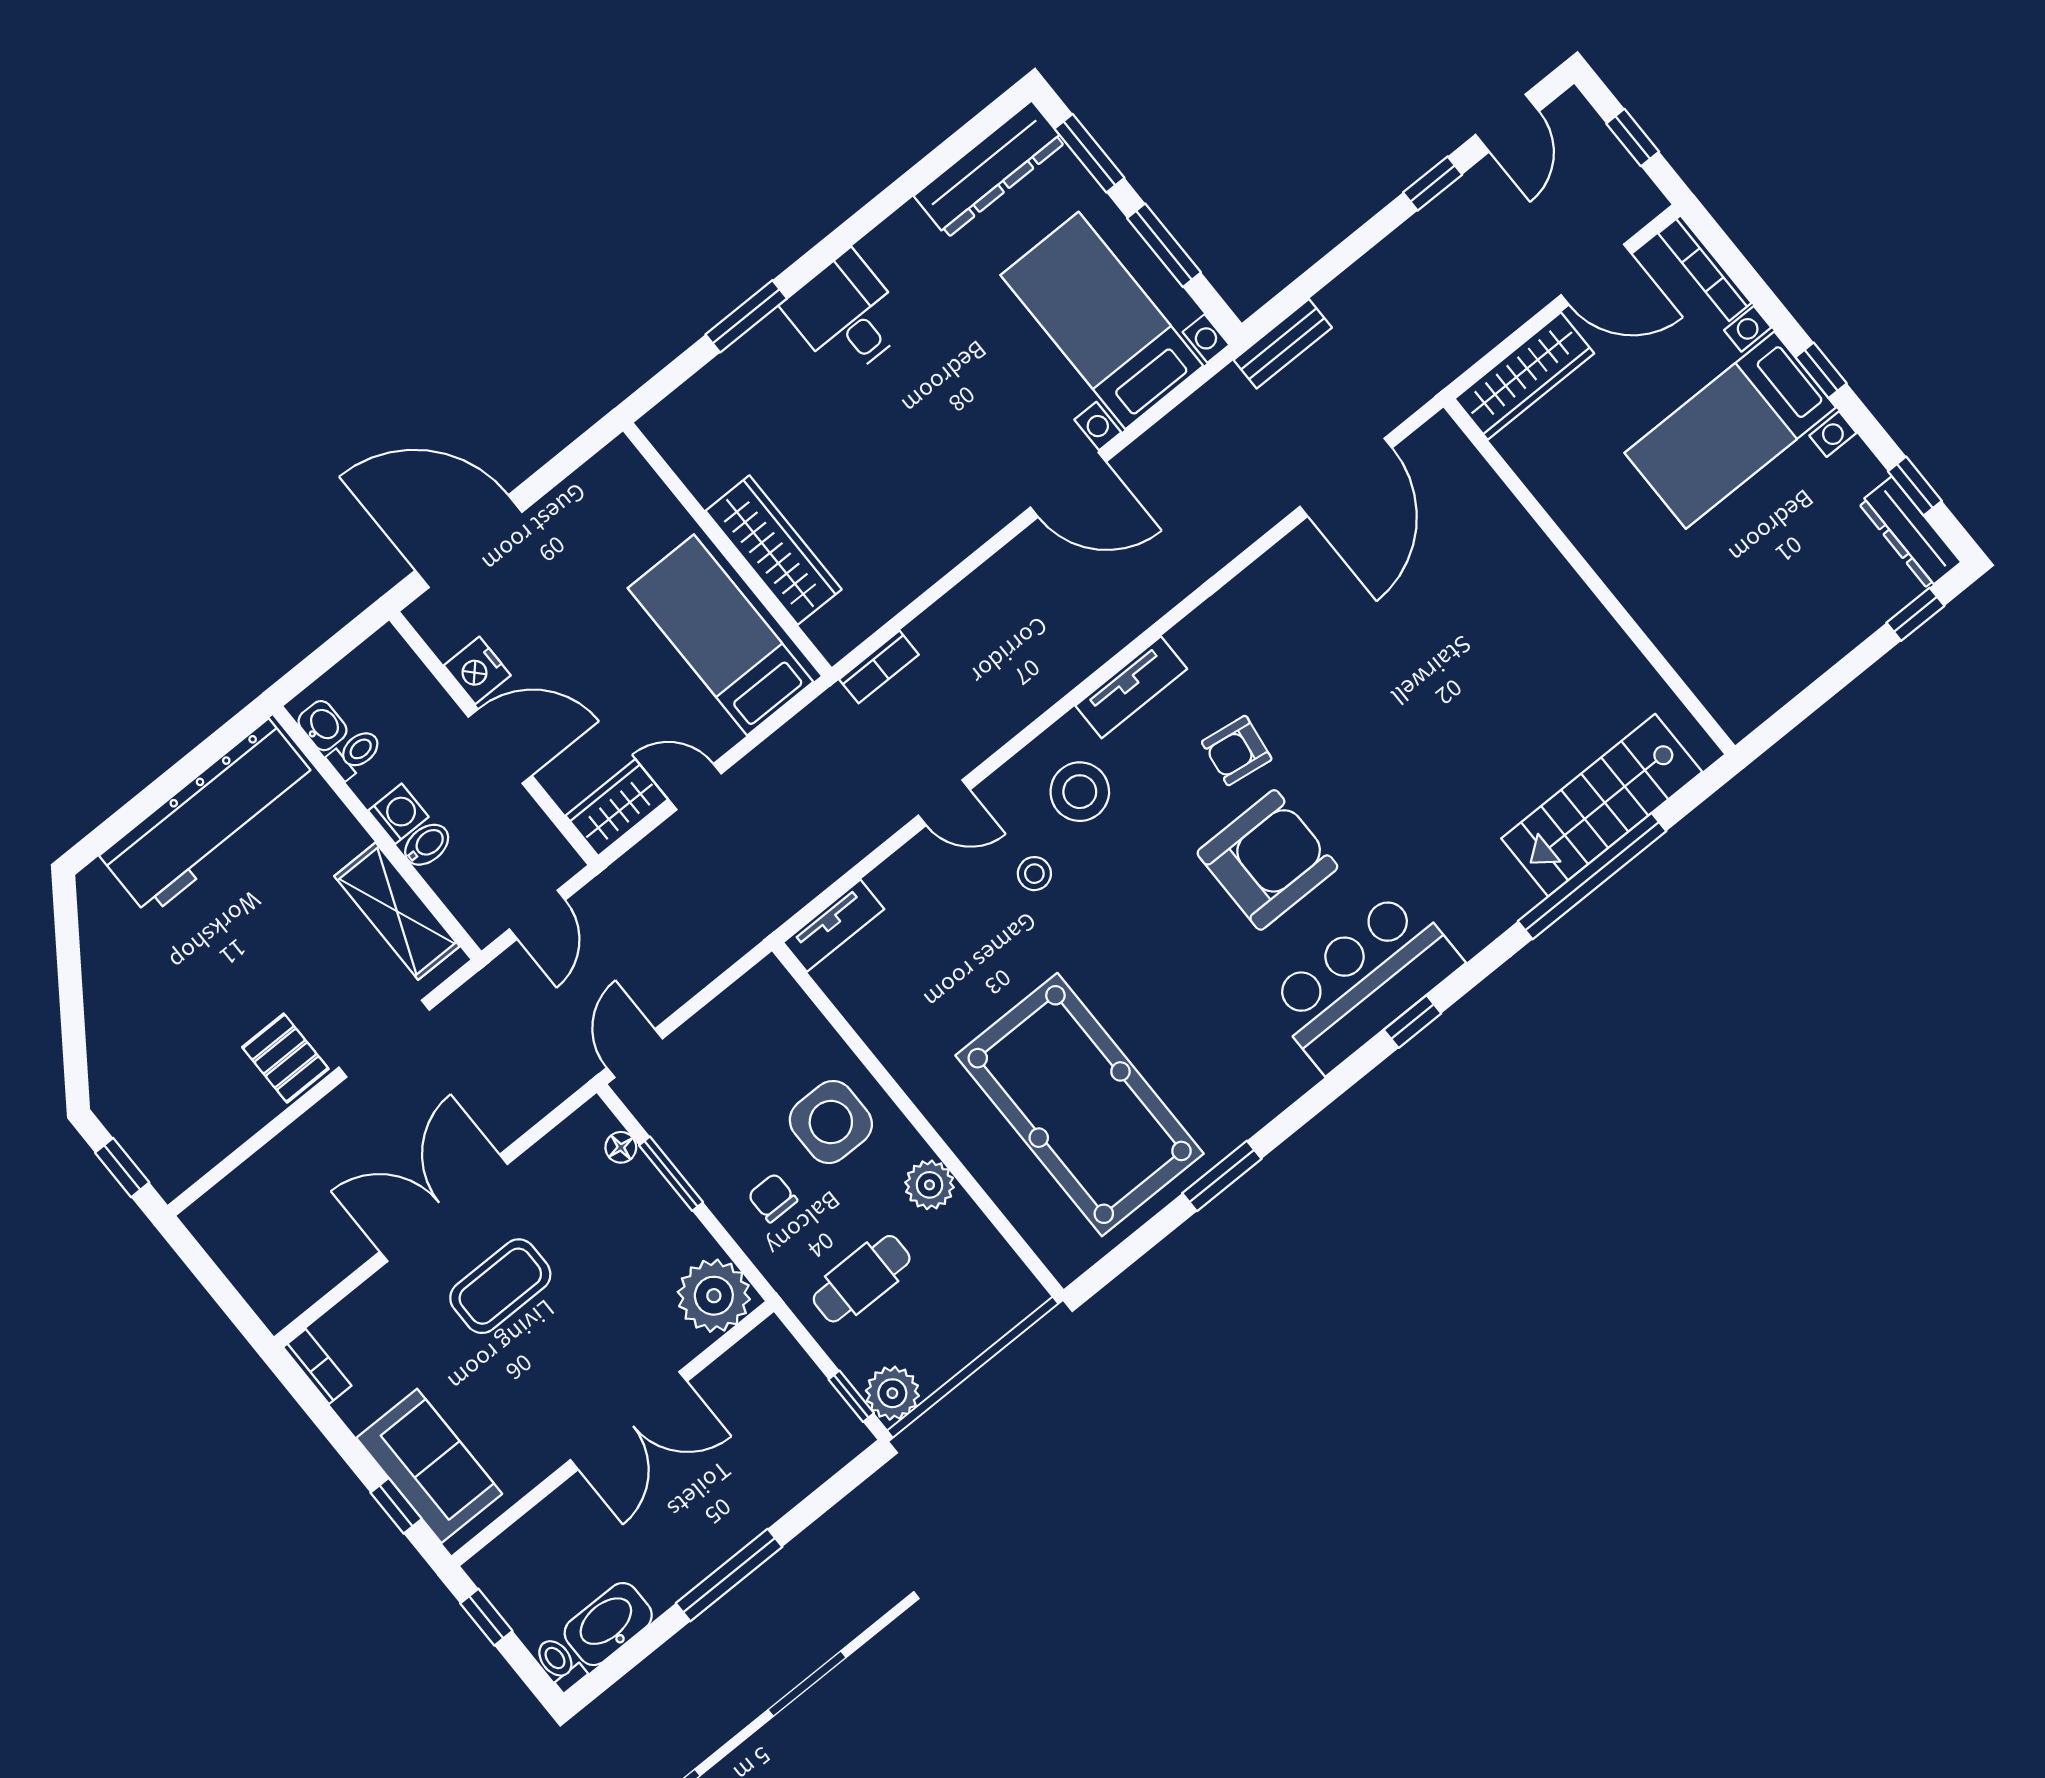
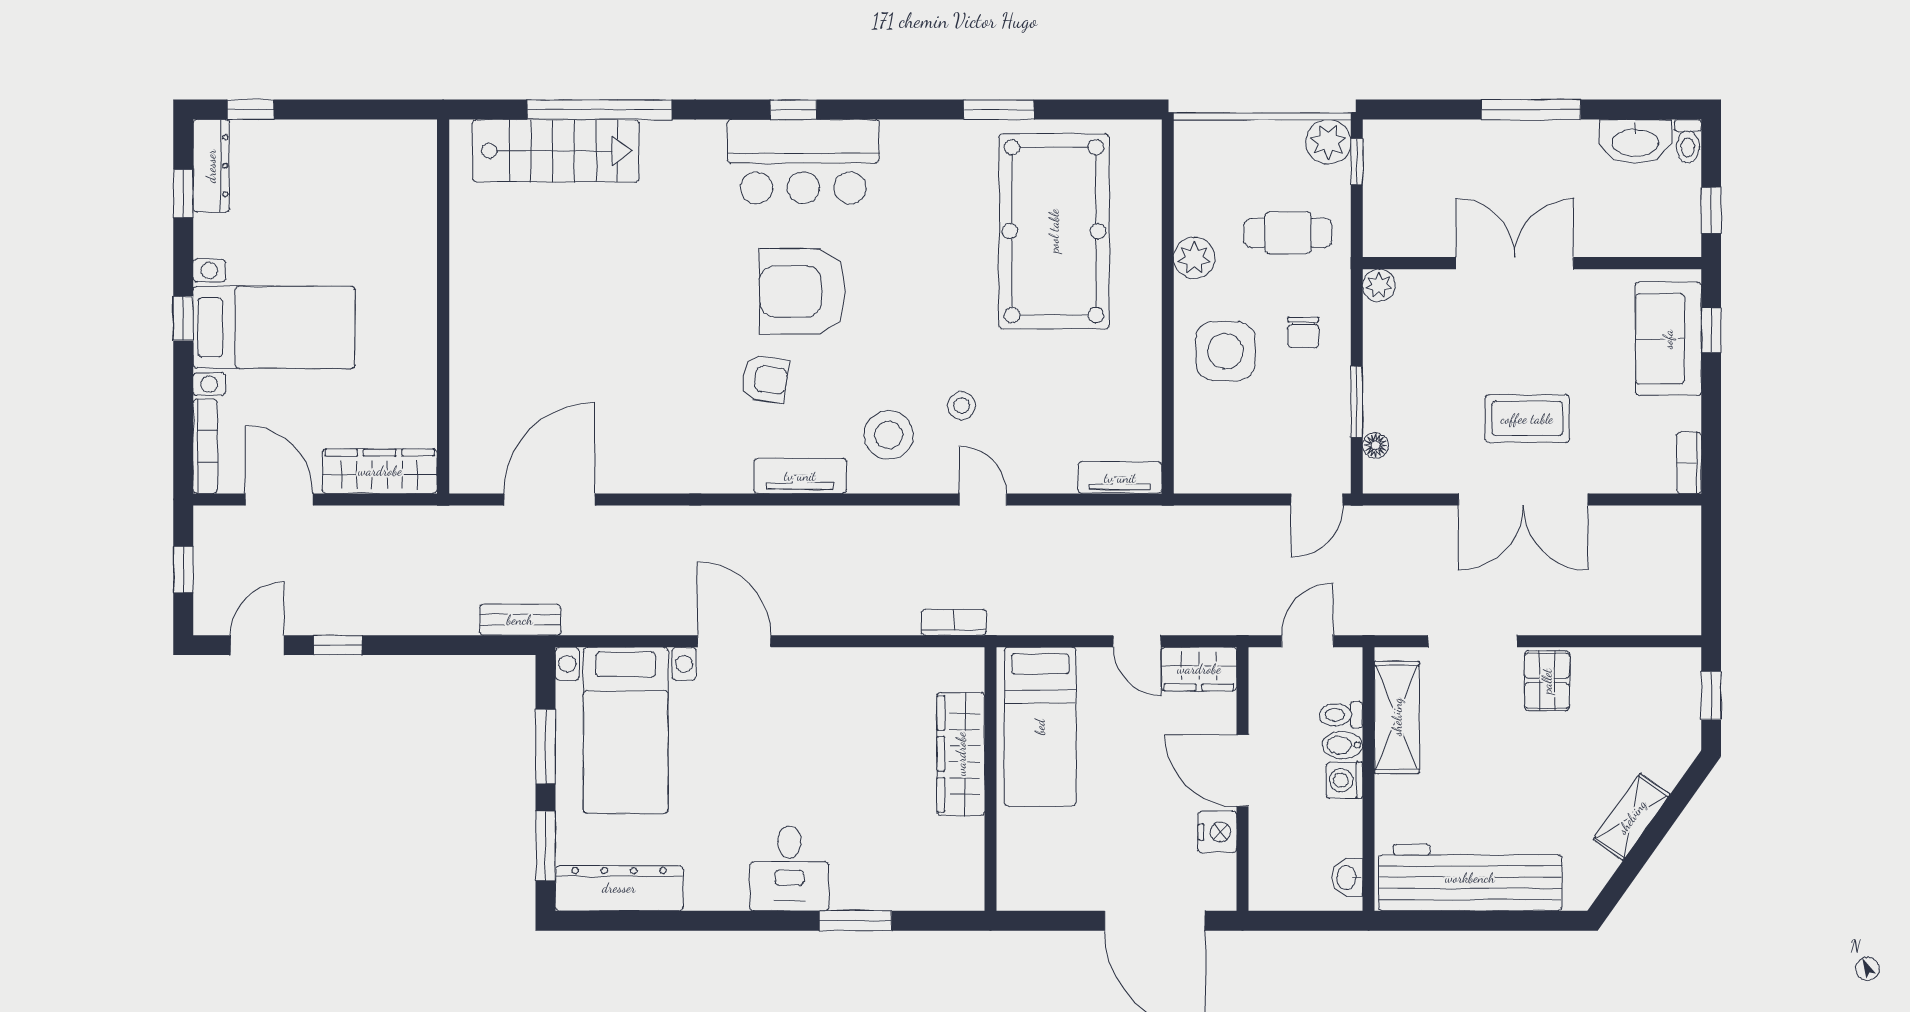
toilet: (355, 754) -> (1341, 715), moved
shelving: (105, 995) -> (1632, 817), added
plant: (714, 1296) -> (1379, 285), width x0.53, depth x0.53

